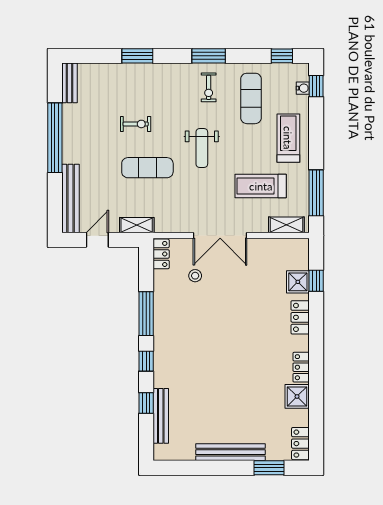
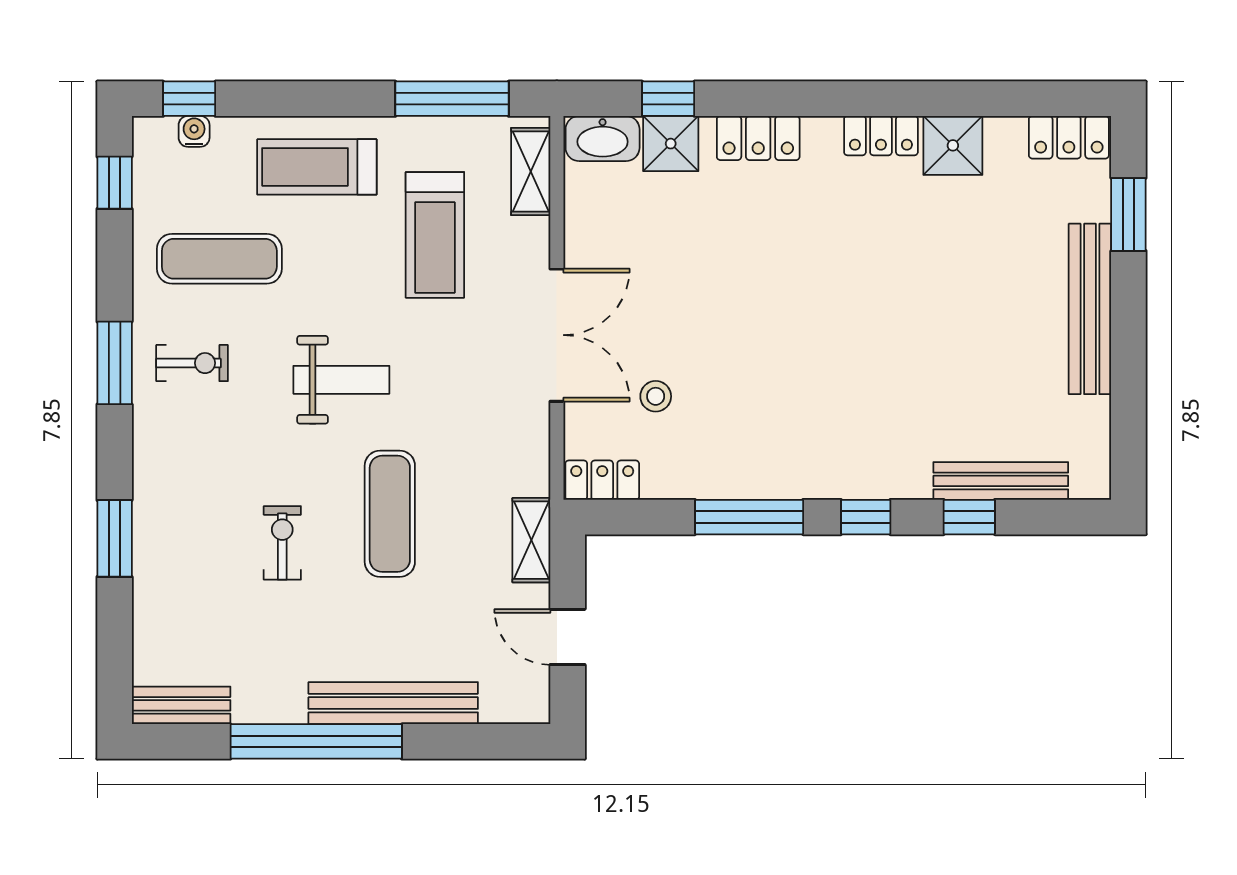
bench: (70, 198) -> (393, 703), moved
washbasin: (300, 254) -> (603, 139), added

